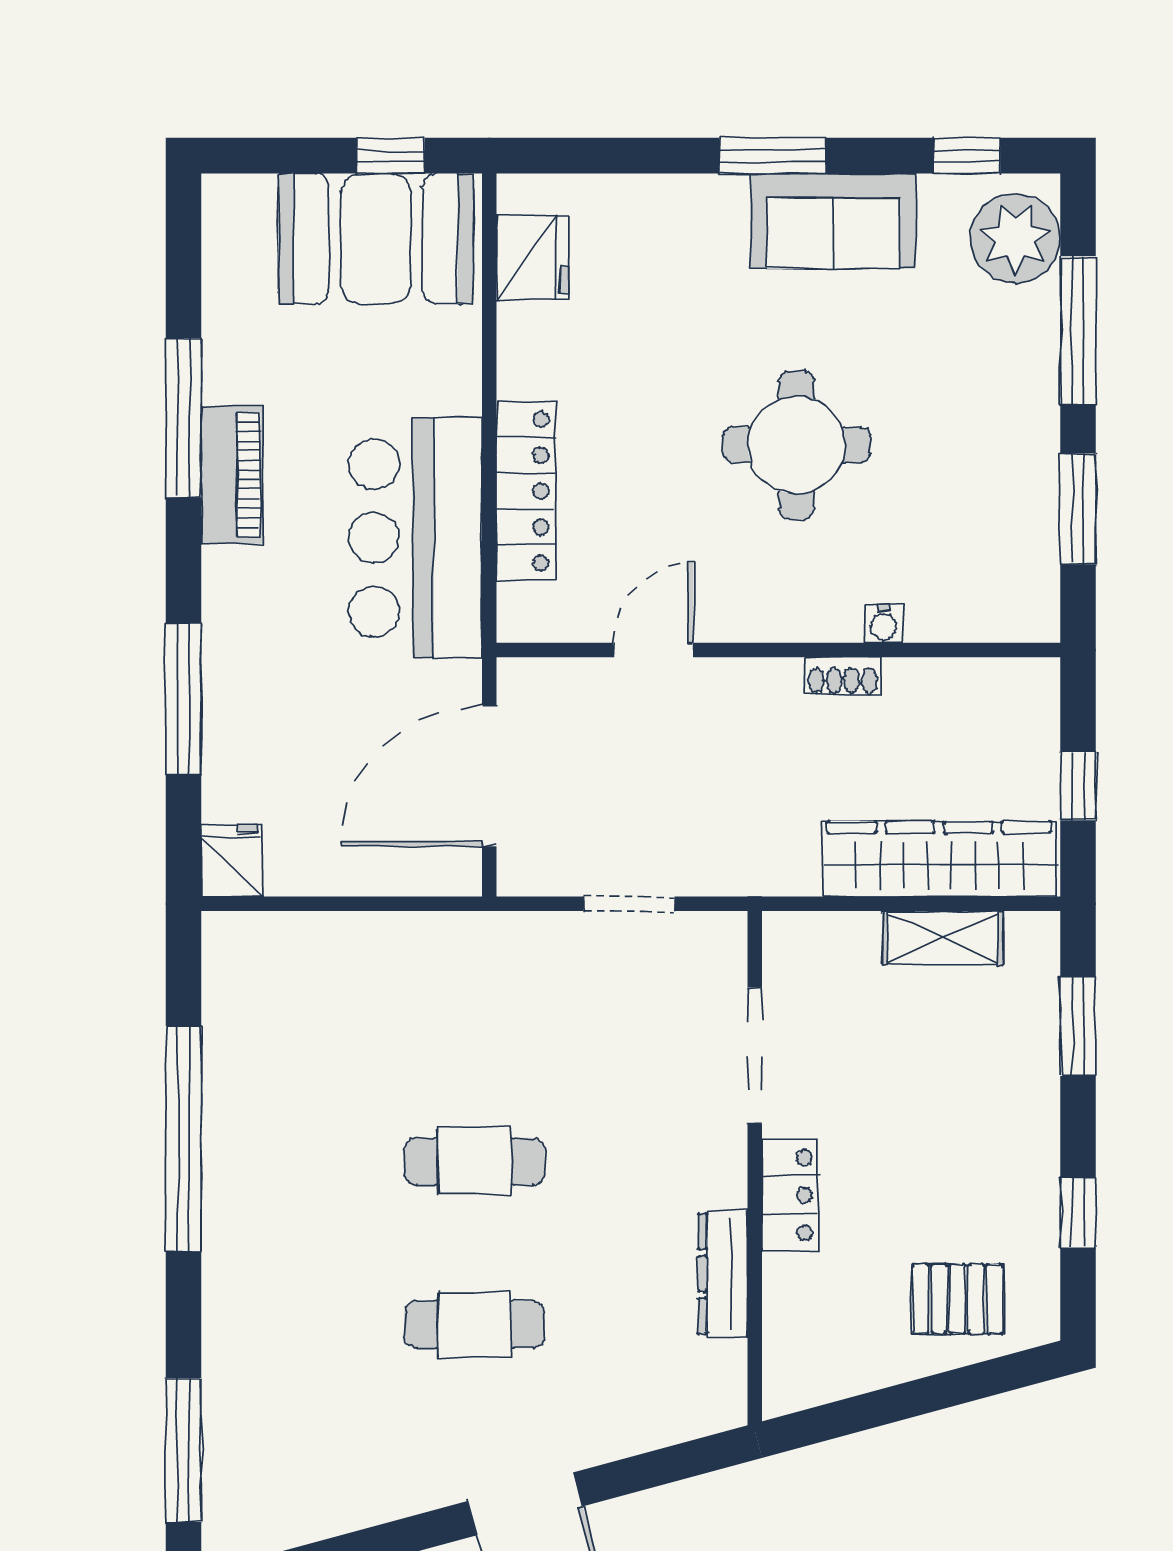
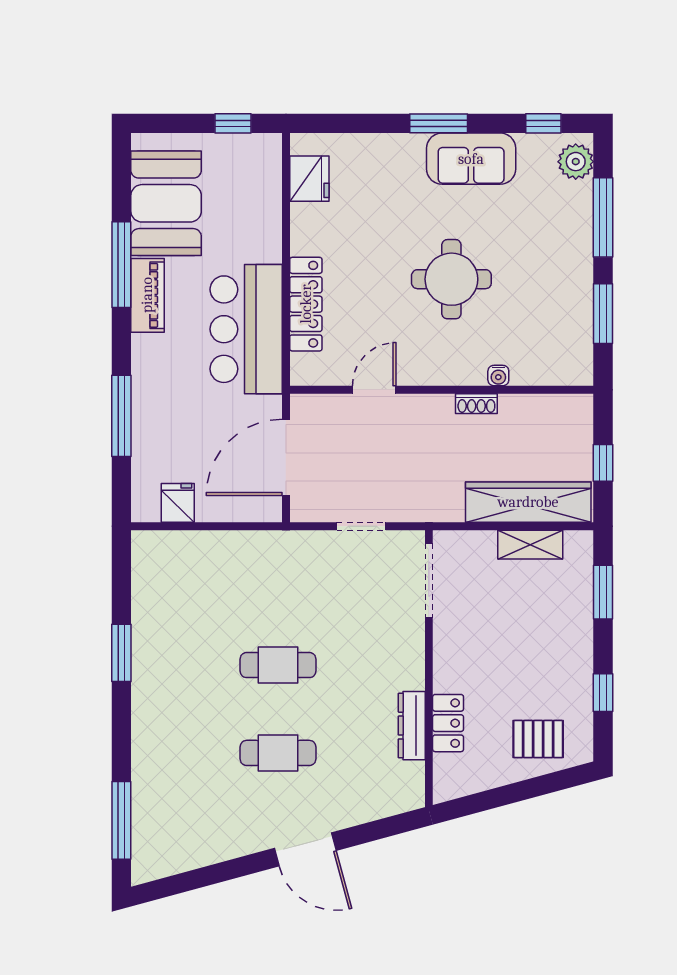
plant: (1015, 238) -> (576, 162), width x0.73, depth x0.73
booth: (376, 239) -> (166, 203), moved, turned 90
fridge: (232, 860) -> (178, 503), moved
doorway: (755, 1056) -> (429, 580), moved
window: (184, 1139) -> (121, 653), width x0.47
locker: (790, 1195) -> (448, 723), moved

